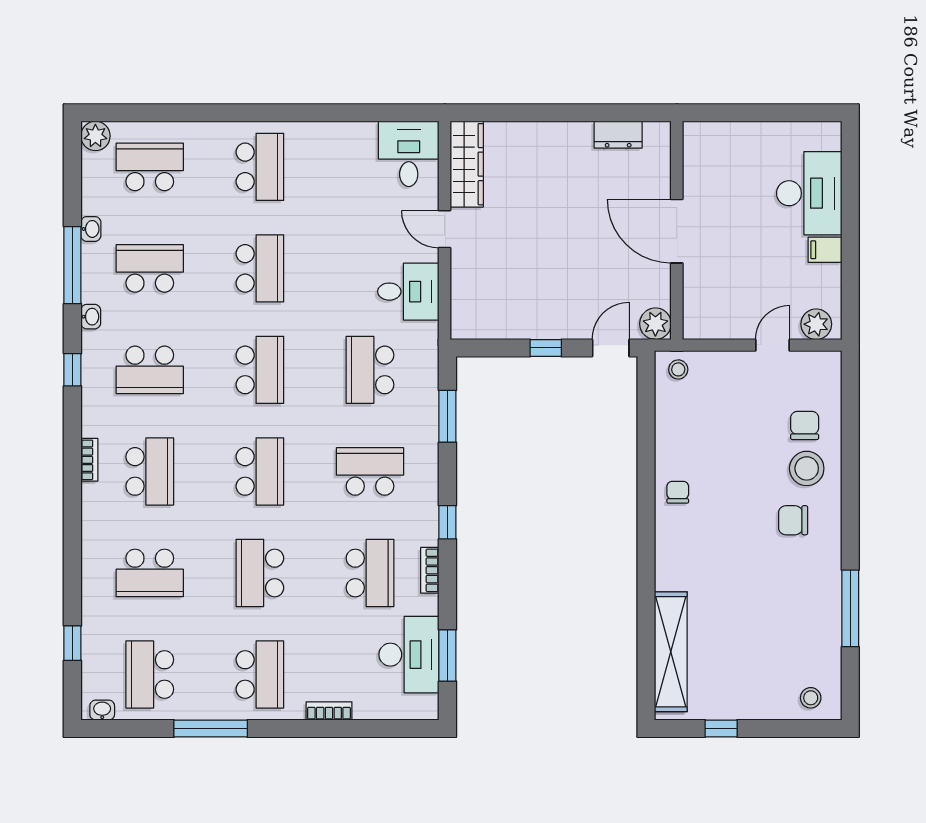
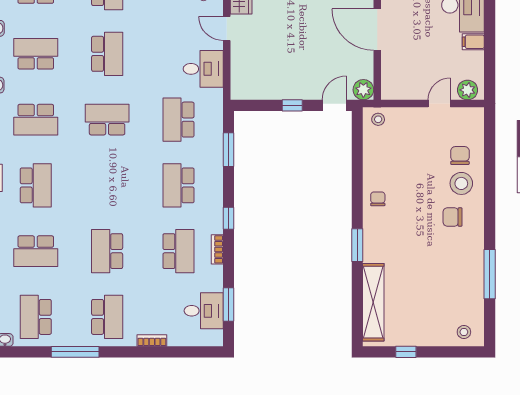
school desk: (260, 370) -> (107, 120), turned -90
school desk: (260, 471) -> (107, 185), removed
school desk: (370, 471) -> (178, 185), turned -90
window: (646, 564) -> (357, 245), added
desk: (409, 655) -> (204, 311), width x0.73

